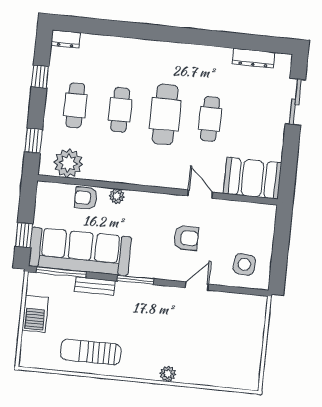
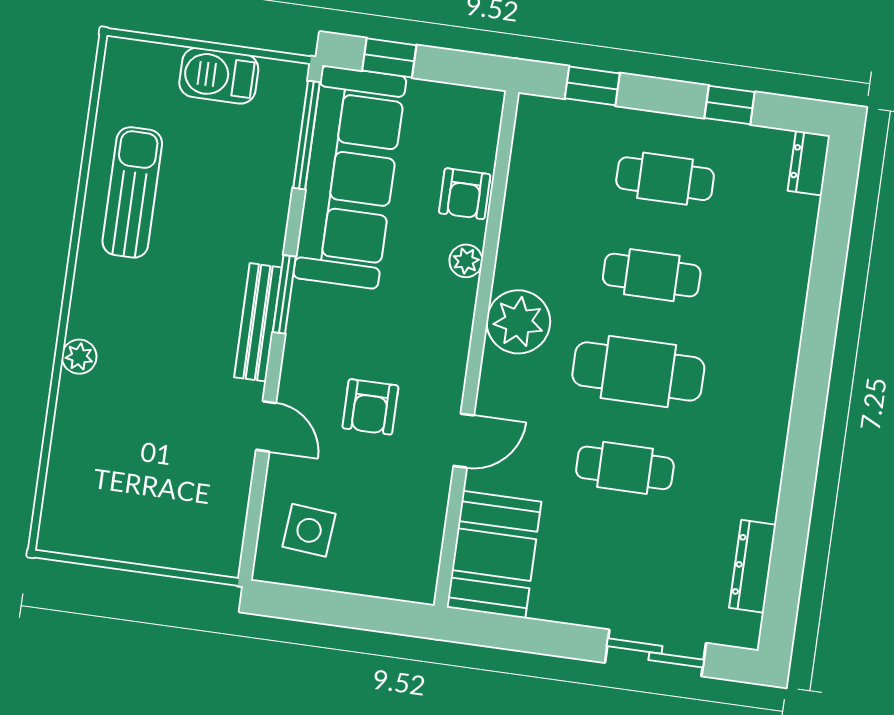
plant: (68, 163) -> (518, 322), moved
armchair: (86, 198) -> (465, 194), turned 180
bench: (95, 286) -> (258, 322), moved, width x1.36

